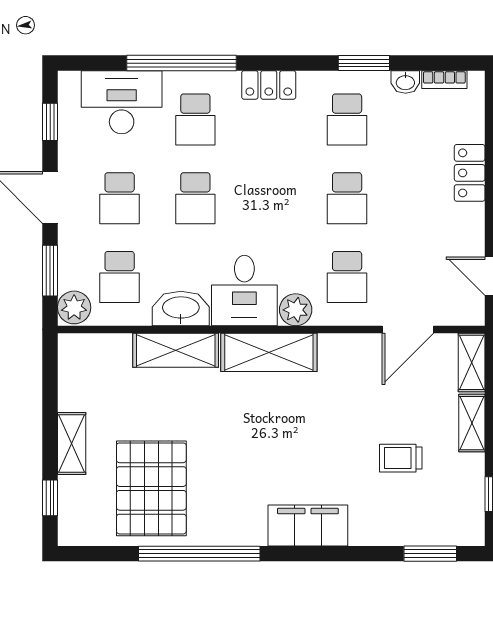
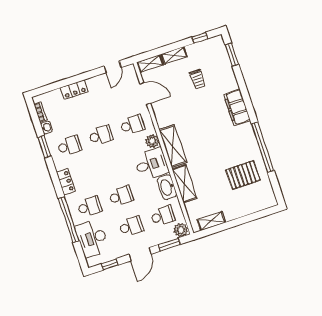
shelving: (72, 443) -> (211, 221), moved
pallet: (151, 488) -> (243, 175), width x0.73, depth x0.71
window: (50, 498) -> (260, 214), removed

